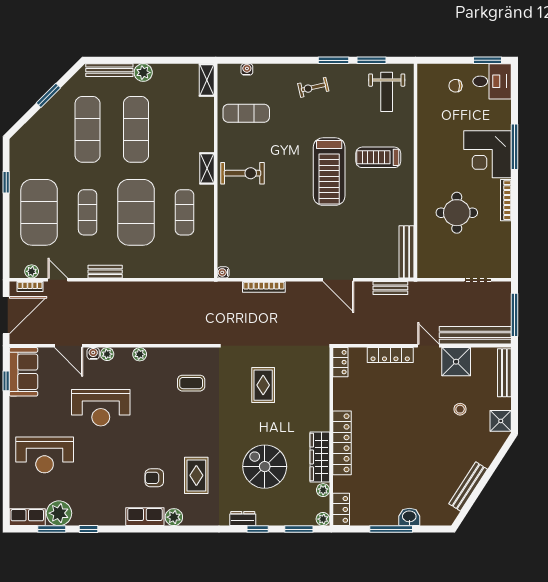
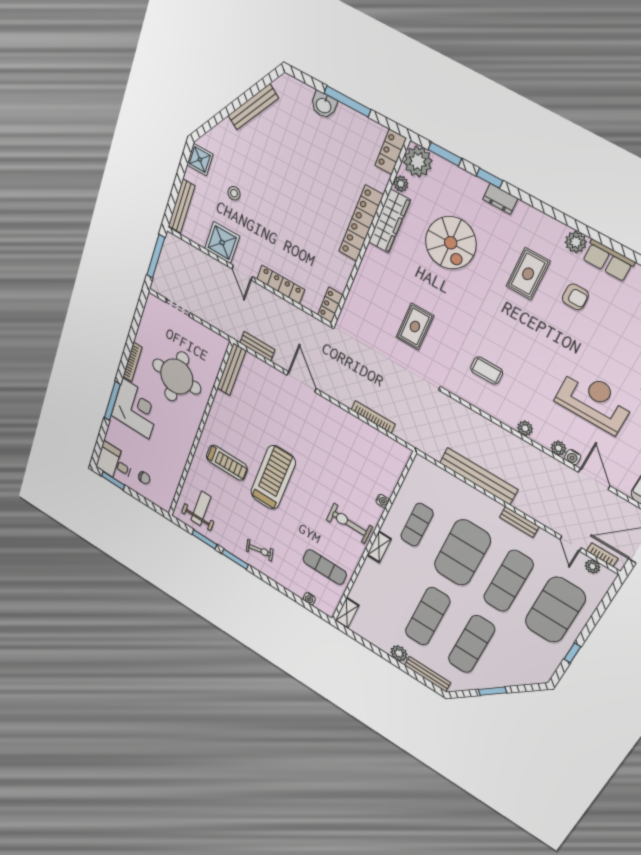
exercise mat: (88, 212) -> (508, 581), width x1.36, depth x1.45
round table: (457, 213) -> (177, 377), width x1.36, depth x1.36
water cooler: (223, 272) -> (382, 501), moved
bench: (475, 335) -> (479, 476), moved
plant: (323, 519) -> (418, 161), width x1.87, depth x1.87

